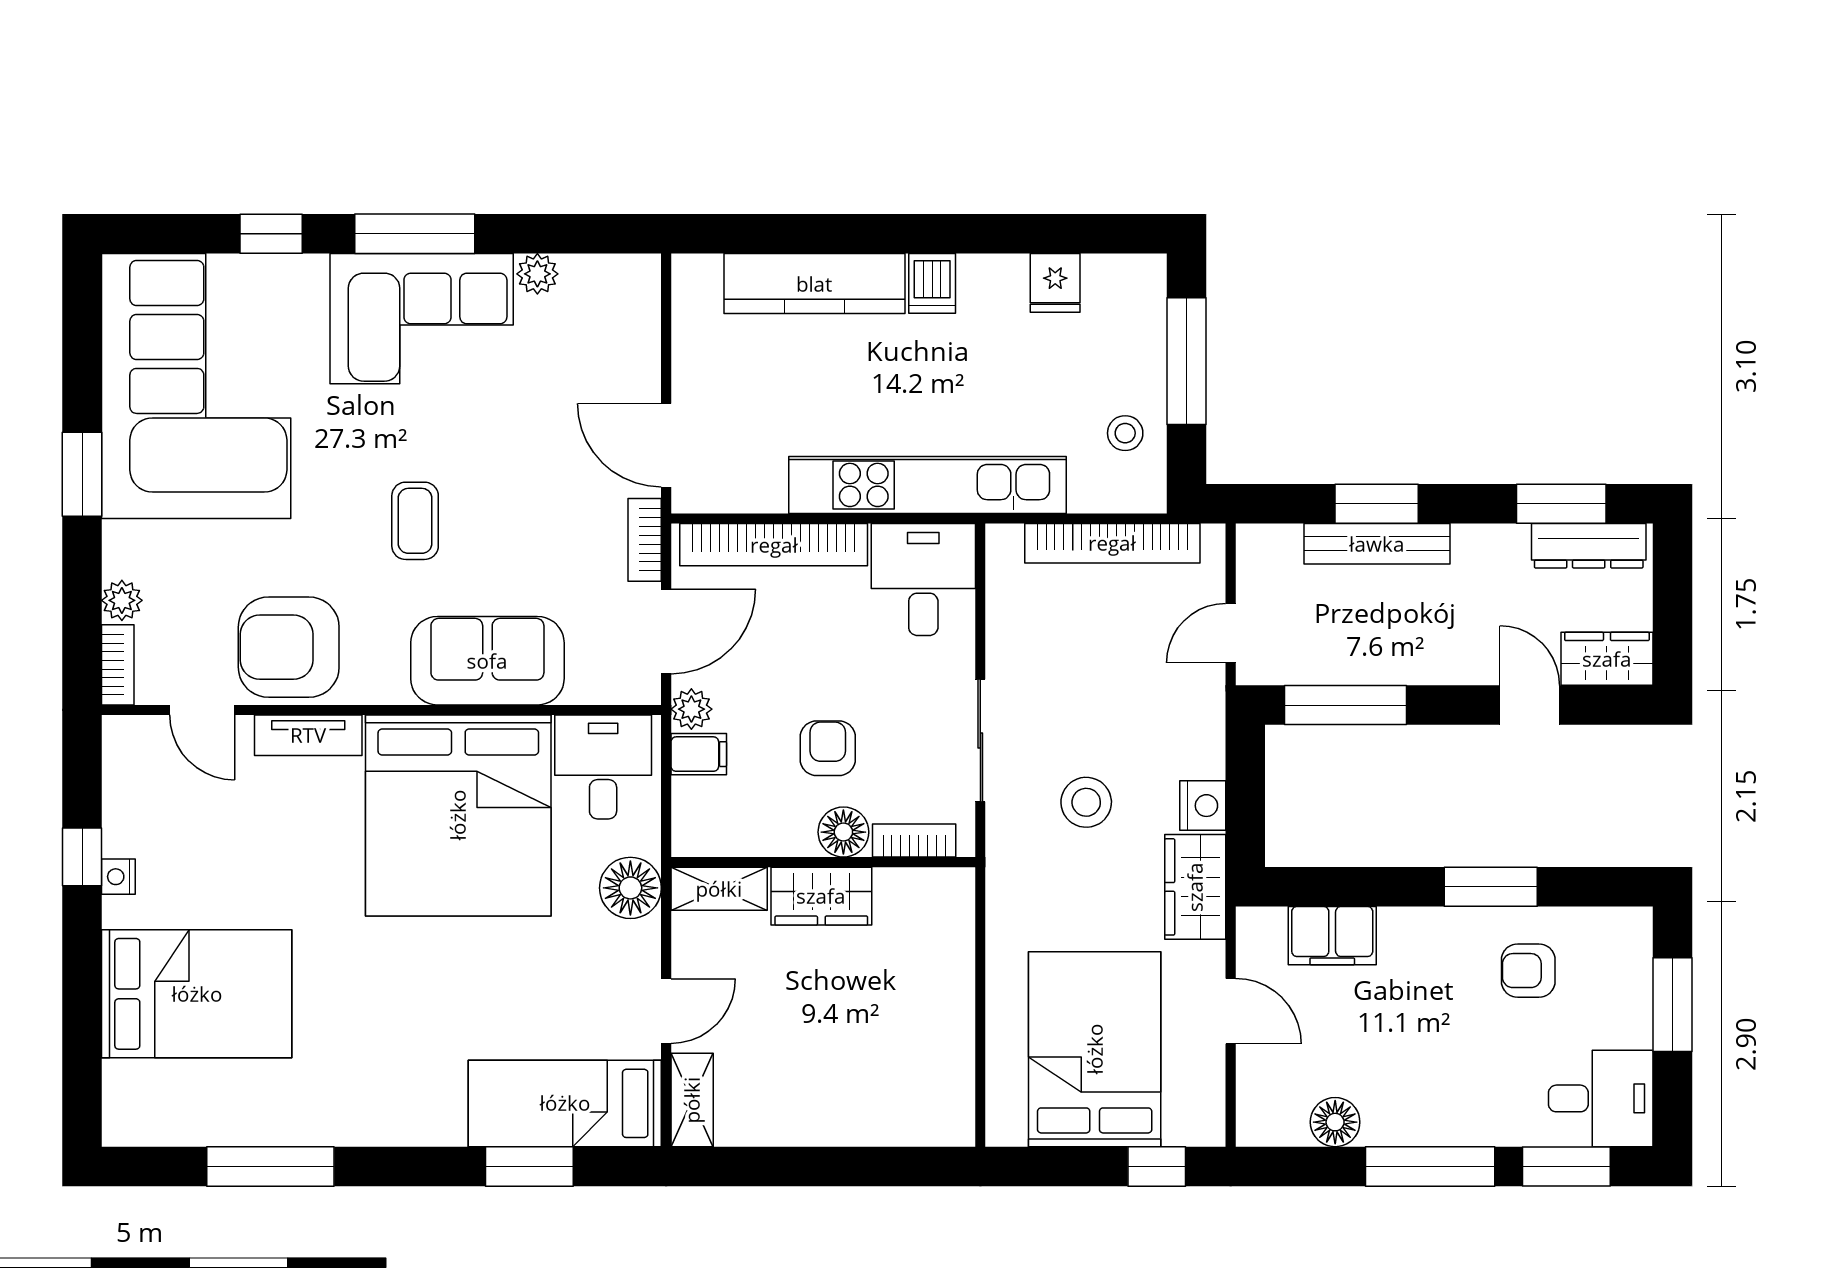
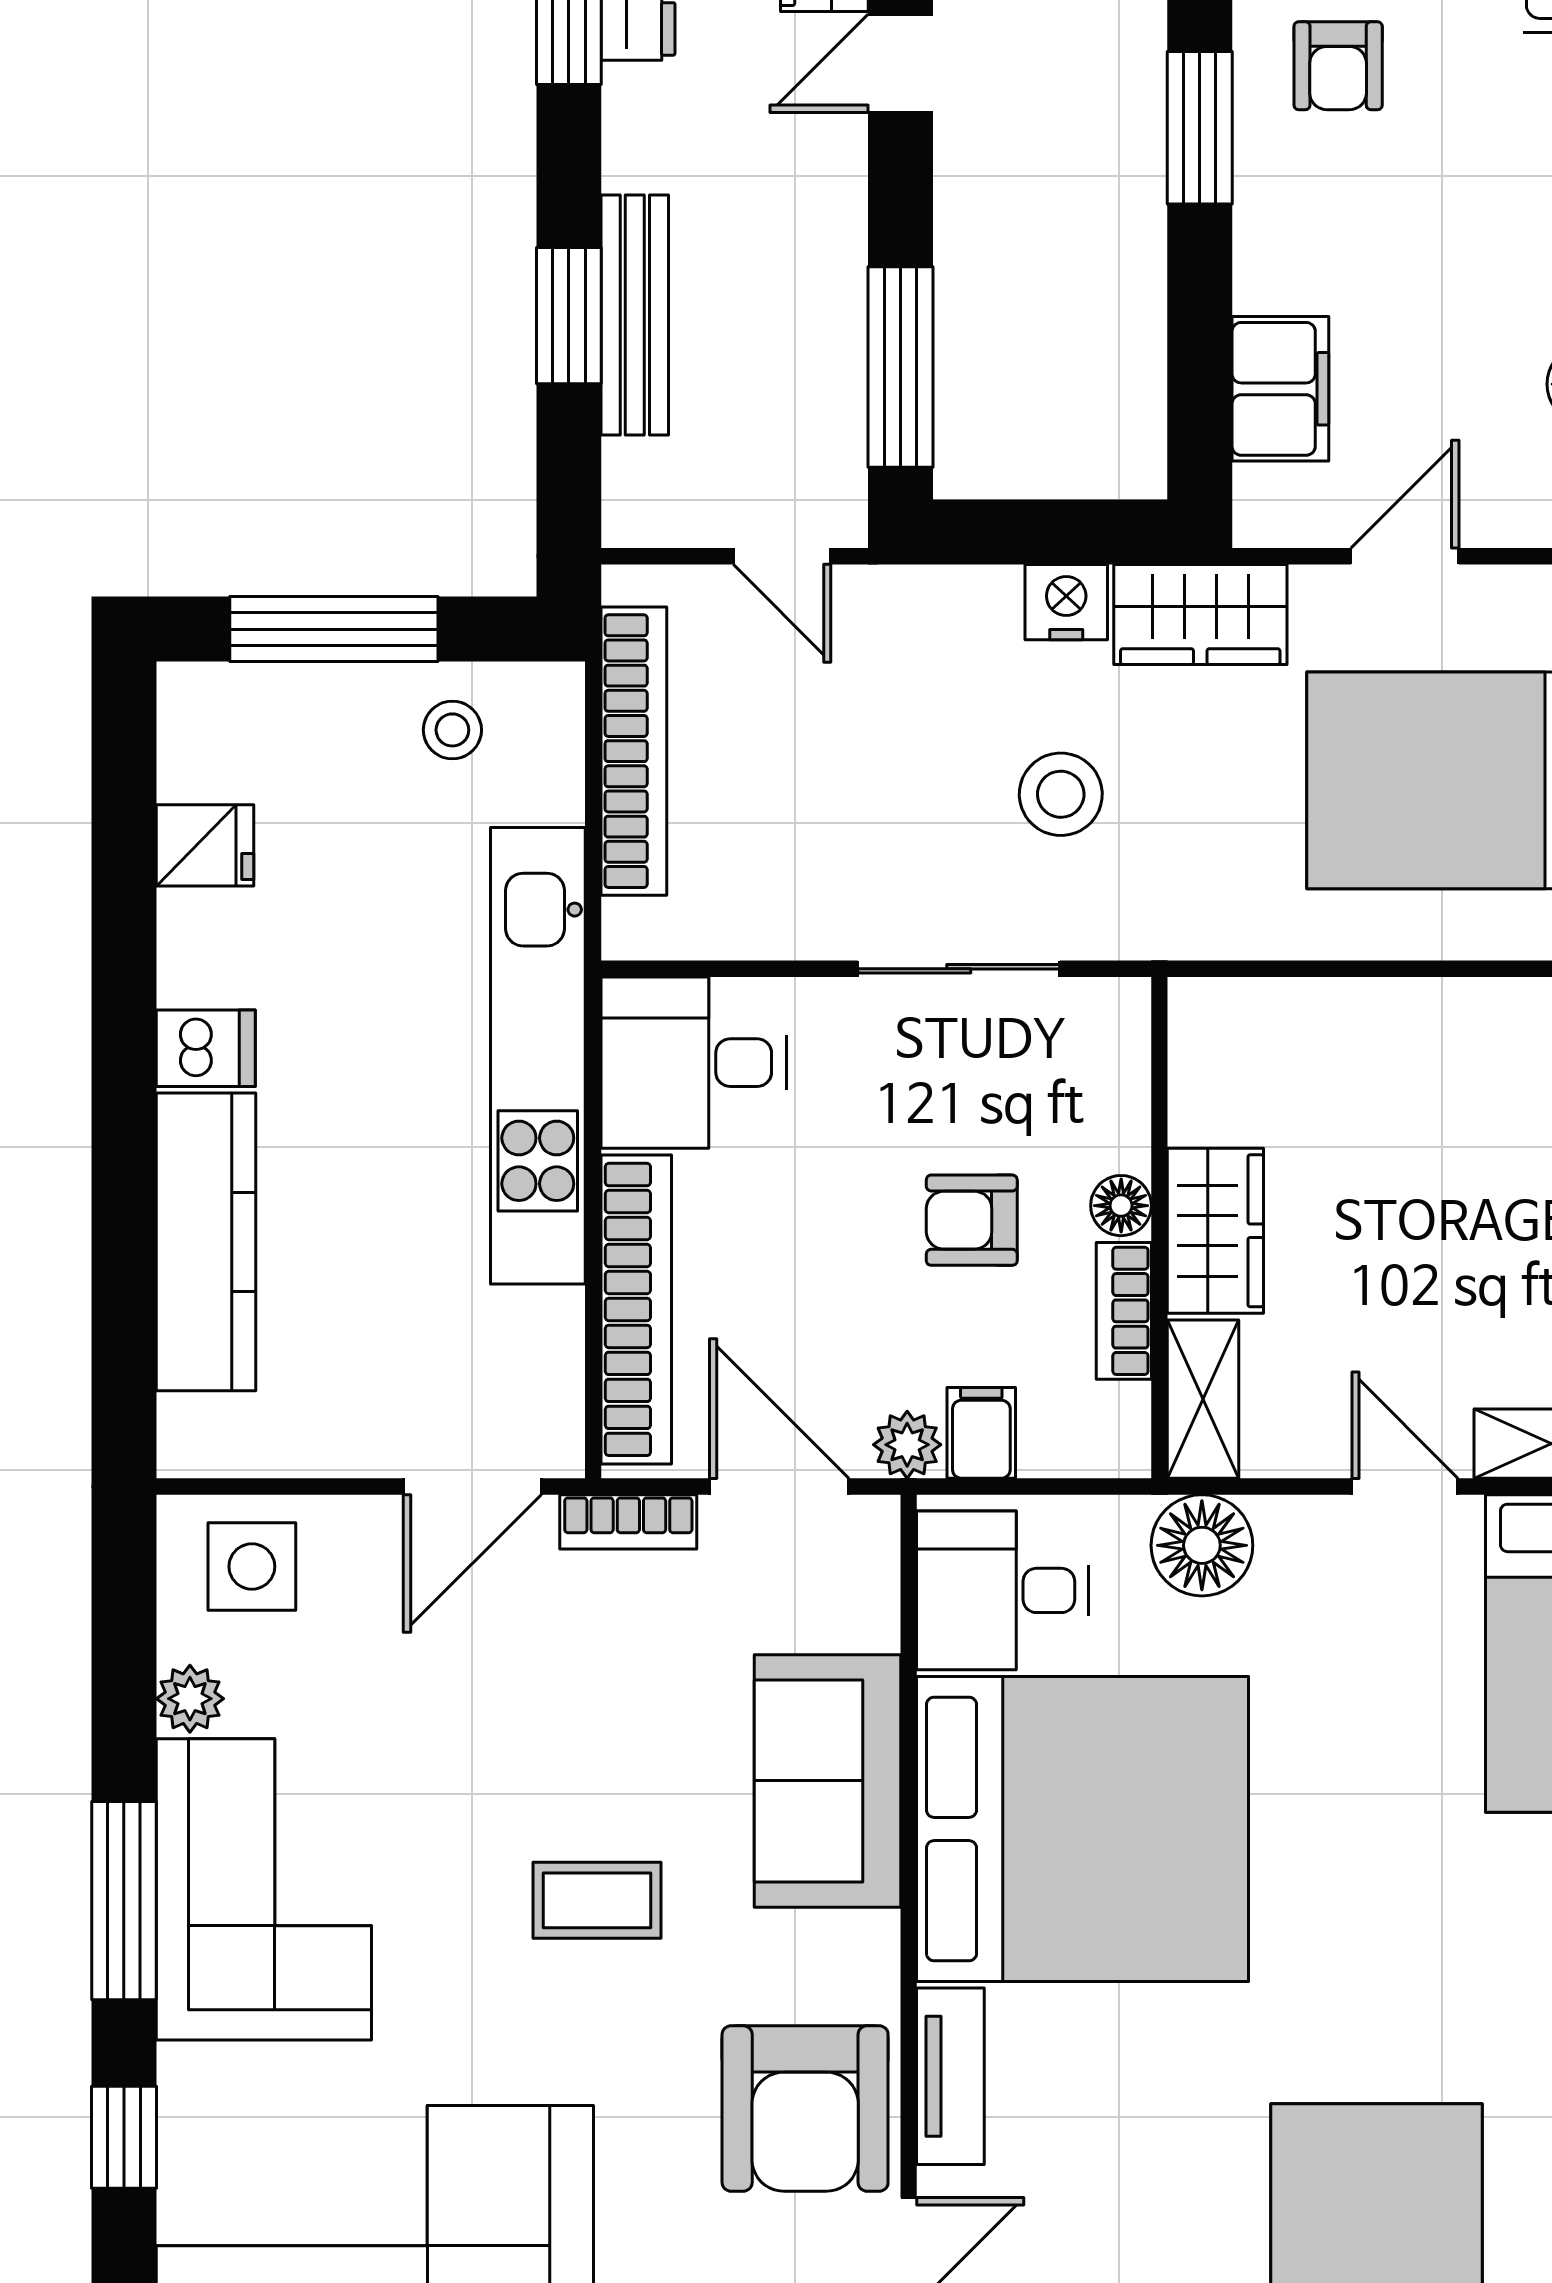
side table: (618, 311) -> (252, 1566), added
floor lamp: (843, 832) -> (1121, 1206), width x0.73, depth x0.73
bookcase: (914, 841) -> (1124, 1311), moved

